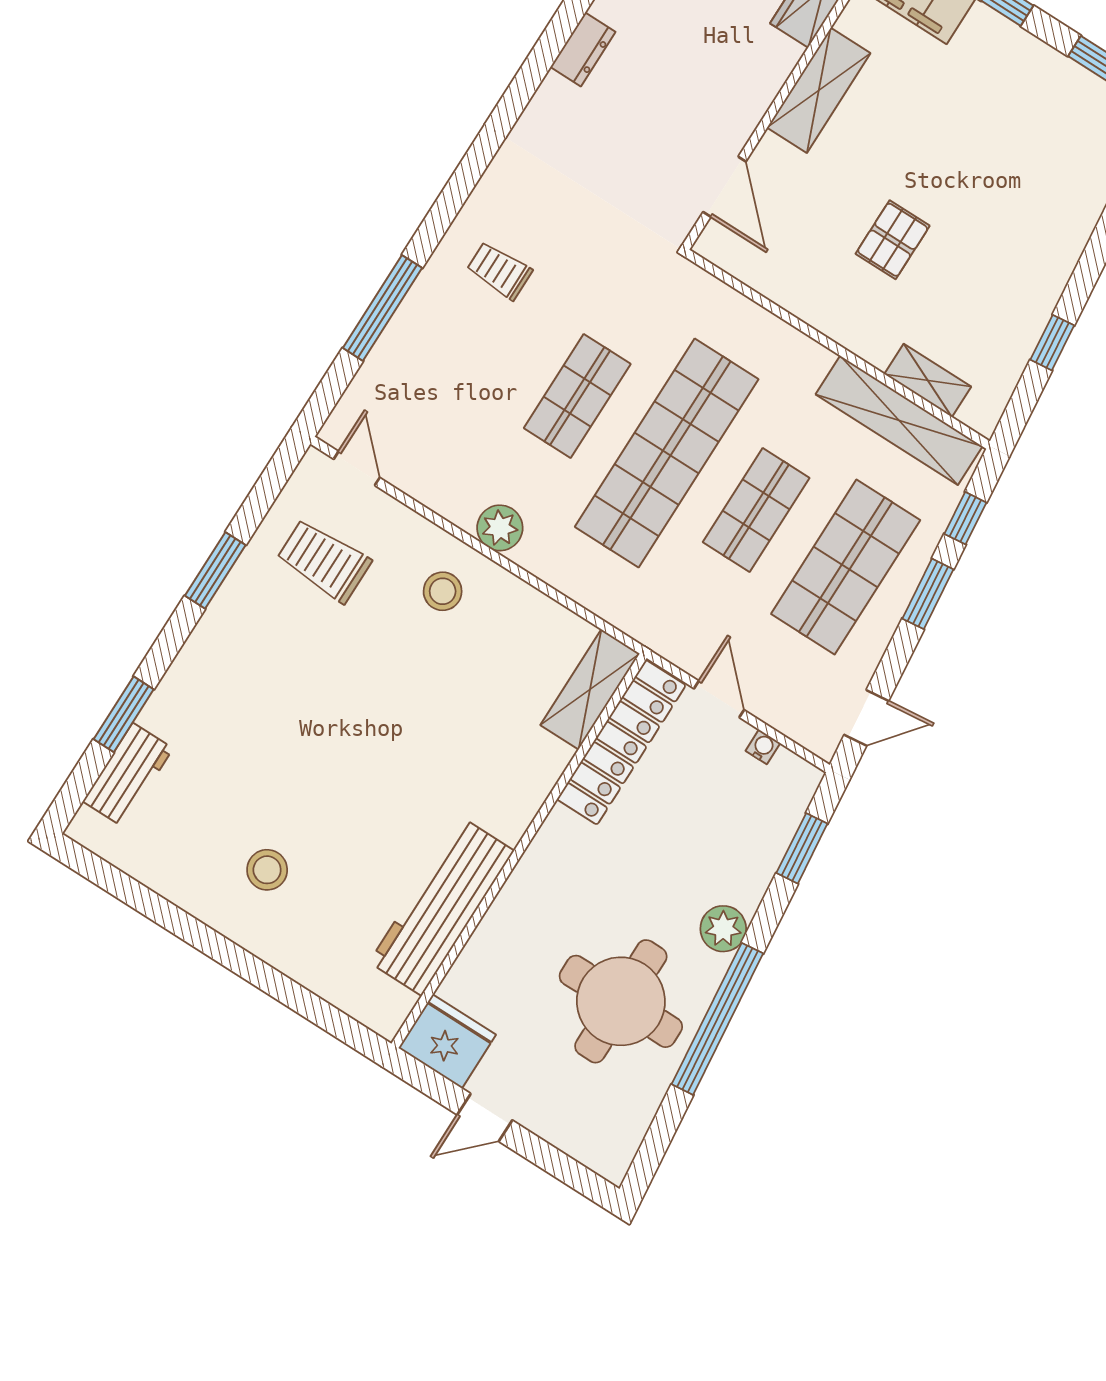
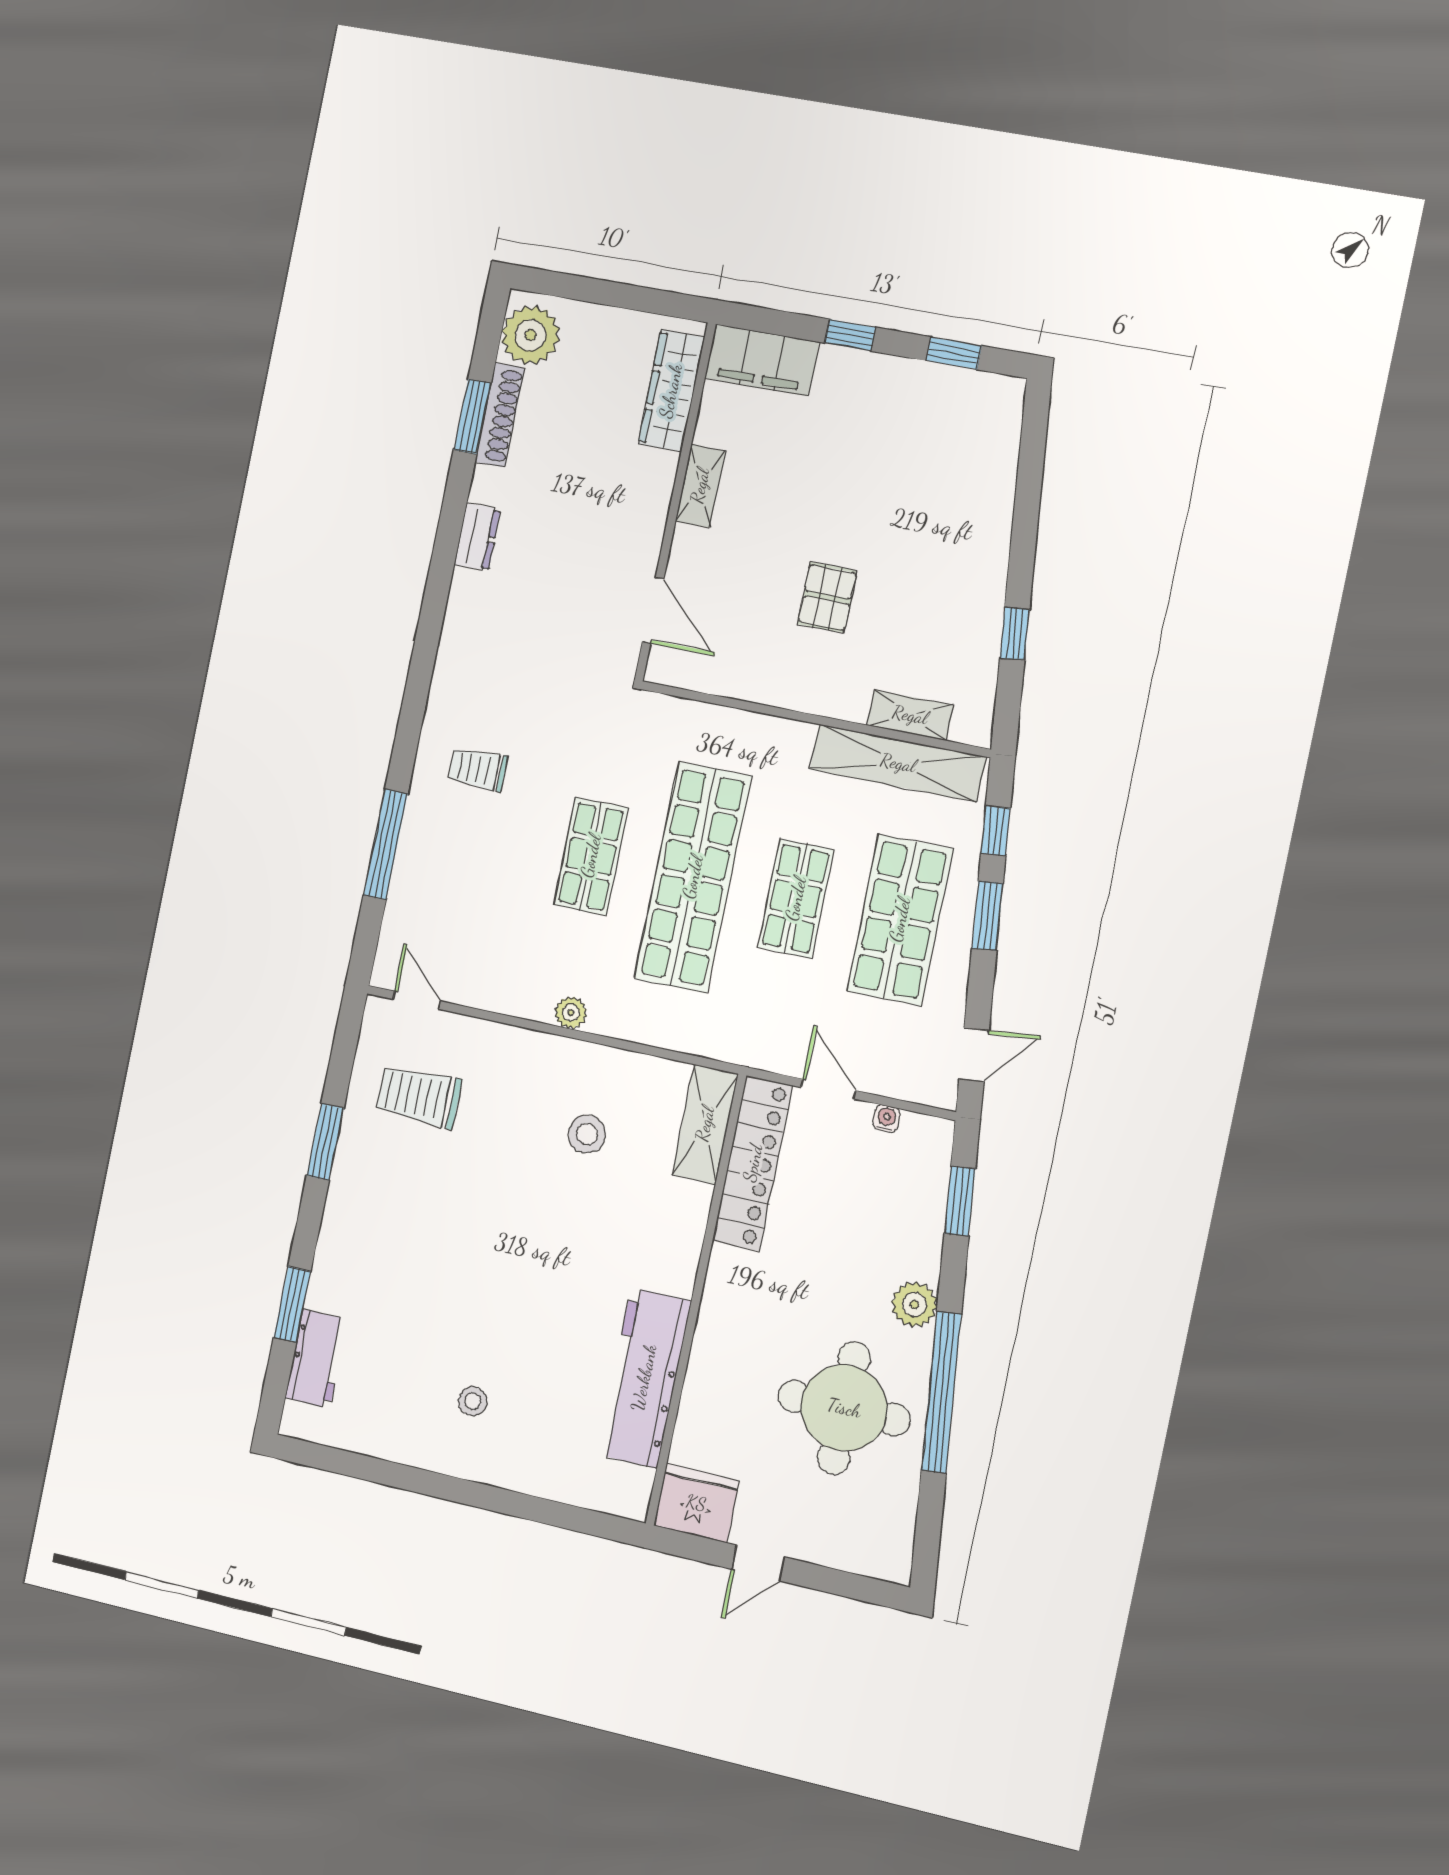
shelving: (819, 90) -> (700, 486), width x0.67, depth x0.75
plant: (500, 528) -> (571, 1013), width x0.73, depth x0.73
stool: (443, 591) -> (587, 1134), moved
stool: (267, 870) -> (473, 1401), width x0.73, depth x0.73

